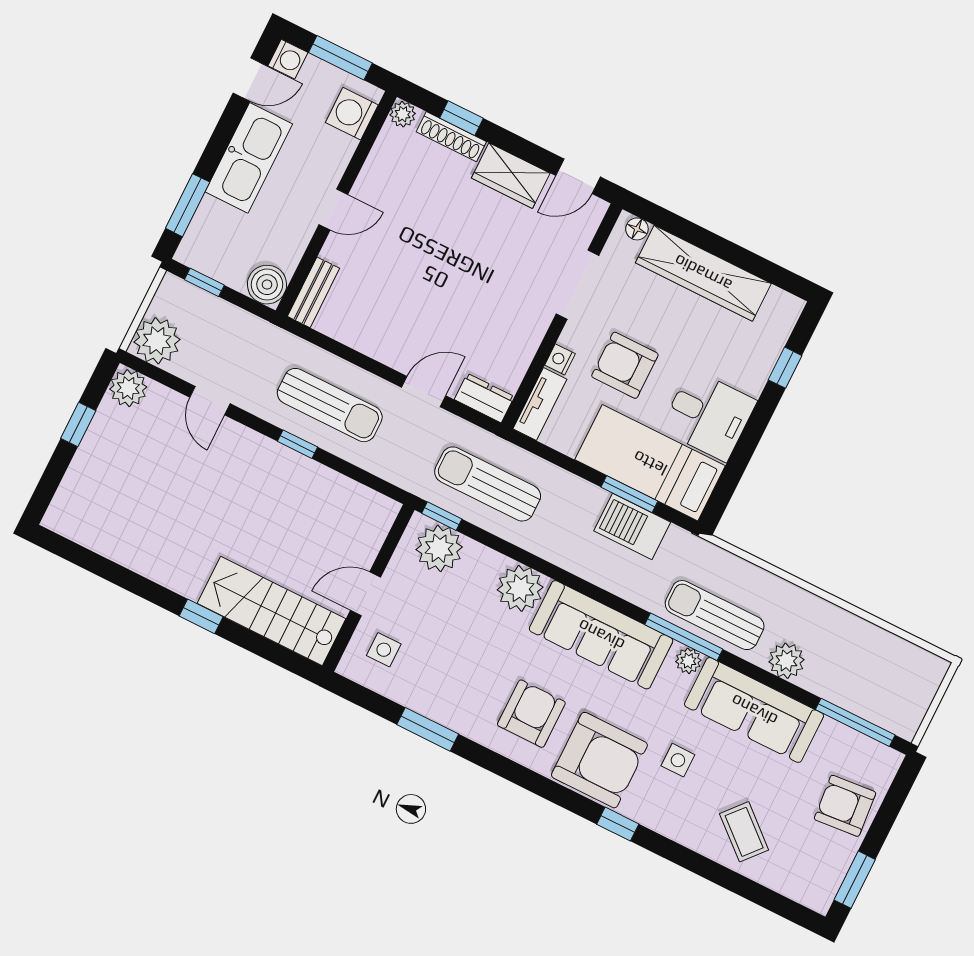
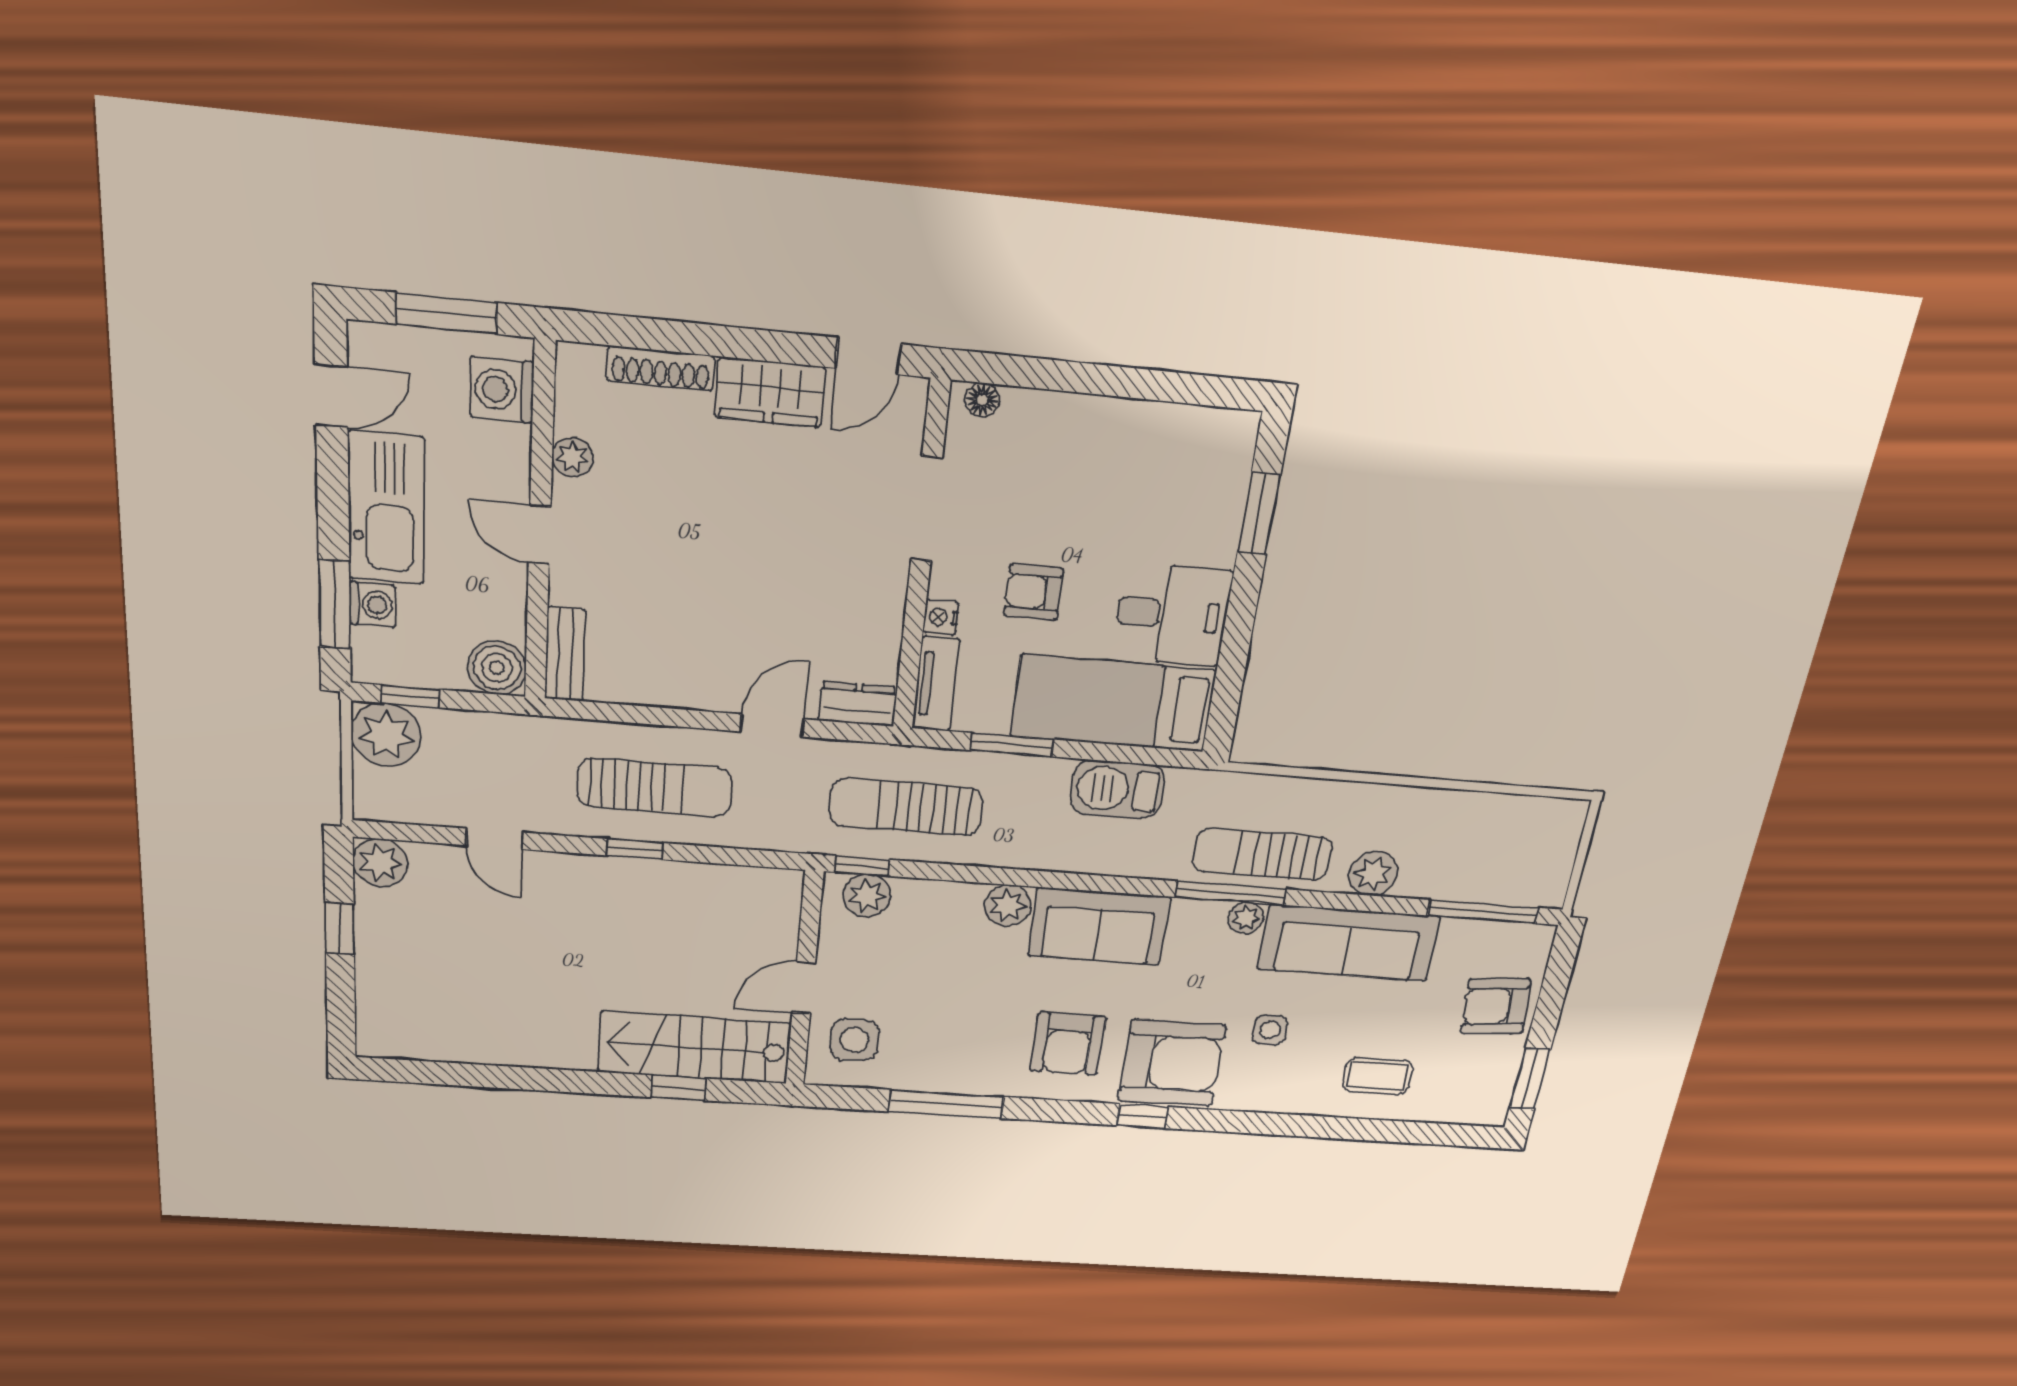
washing machine: (288, 59) -> (373, 605), moved
plant: (403, 114) -> (572, 457), moved
window: (461, 118) -> (663, 335), removed
door: (333, 210) -> (540, 535), swing flipped
wardrobe: (703, 273) -> (1100, 427), removed
plant: (157, 341) -> (386, 735), moved
armchair: (625, 365) -> (1034, 592), width x0.72, depth x0.72
window: (785, 368) -> (1259, 514), width x1.50
window: (629, 494) -> (1012, 745), moved
plant: (439, 548) -> (867, 896), width x0.73, depth x0.73
plant: (520, 588) -> (1008, 906), width x0.73, depth x0.73
window: (201, 616) -> (679, 1088), moved
sofa: (601, 635) -> (1099, 926), width x0.73
side table: (384, 650) -> (854, 1040), width x1.37, depth x1.37
armchair: (531, 714) -> (1068, 1044), turned 180
window: (428, 729) -> (946, 1104), width x1.44
window: (618, 824) -> (1142, 1116), moved
coffee table: (744, 832) -> (1378, 1076), turned -41

